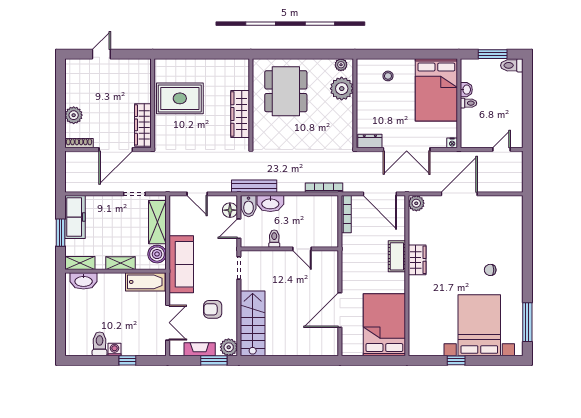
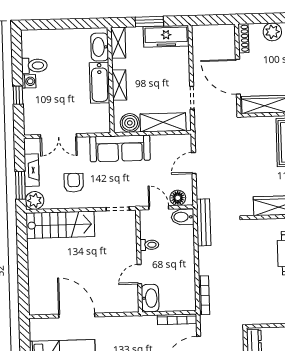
washbasin: (270, 203) -> (150, 298), moved, turned 180
bathtub: (145, 282) -> (100, 83), moved

